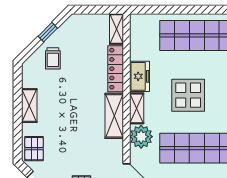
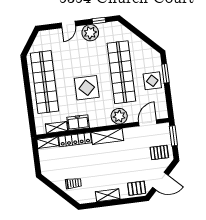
window: (48, 32) -> (56, 189), removed
shelving: (137, 108) -> (57, 127), moved

